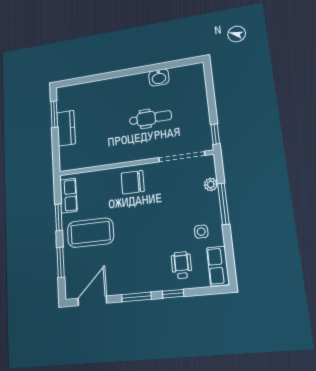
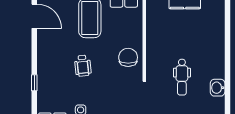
wheelchair: (181, 265) -> (83, 66), moved, turned 84
window: (136, 297) -> (34, 53), removed

